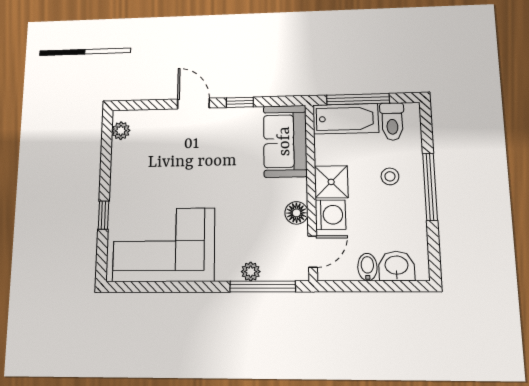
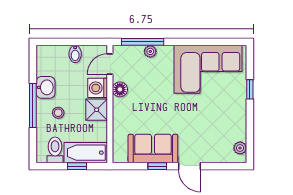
window: (358, 99) -> (77, 166), width x0.46
sofa: (285, 141) -> (153, 148), moved, turned -90
washbasin: (397, 266) -> (46, 87), moved, turned -90

